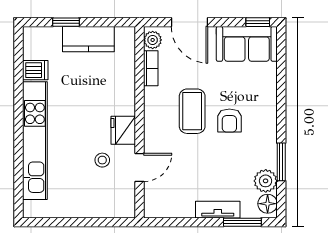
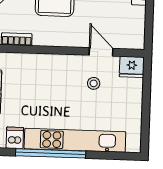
window: (19, 113) -> (51, 153), added
fridge: (123, 130) -> (132, 67), moved

